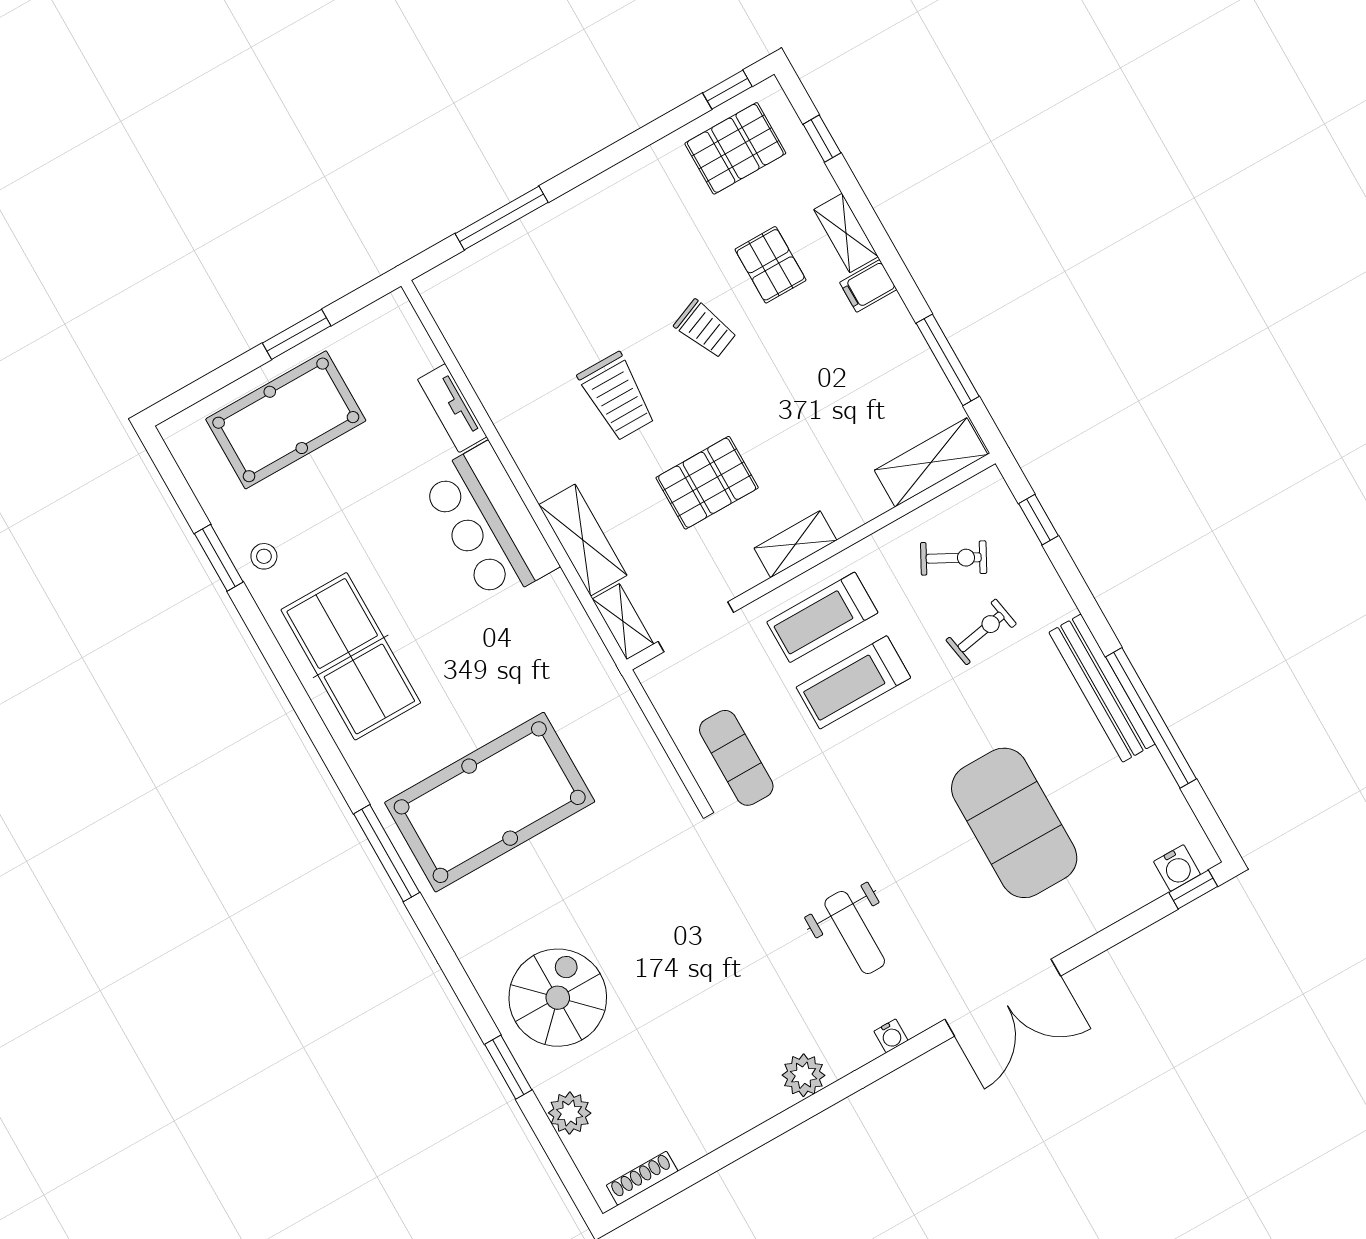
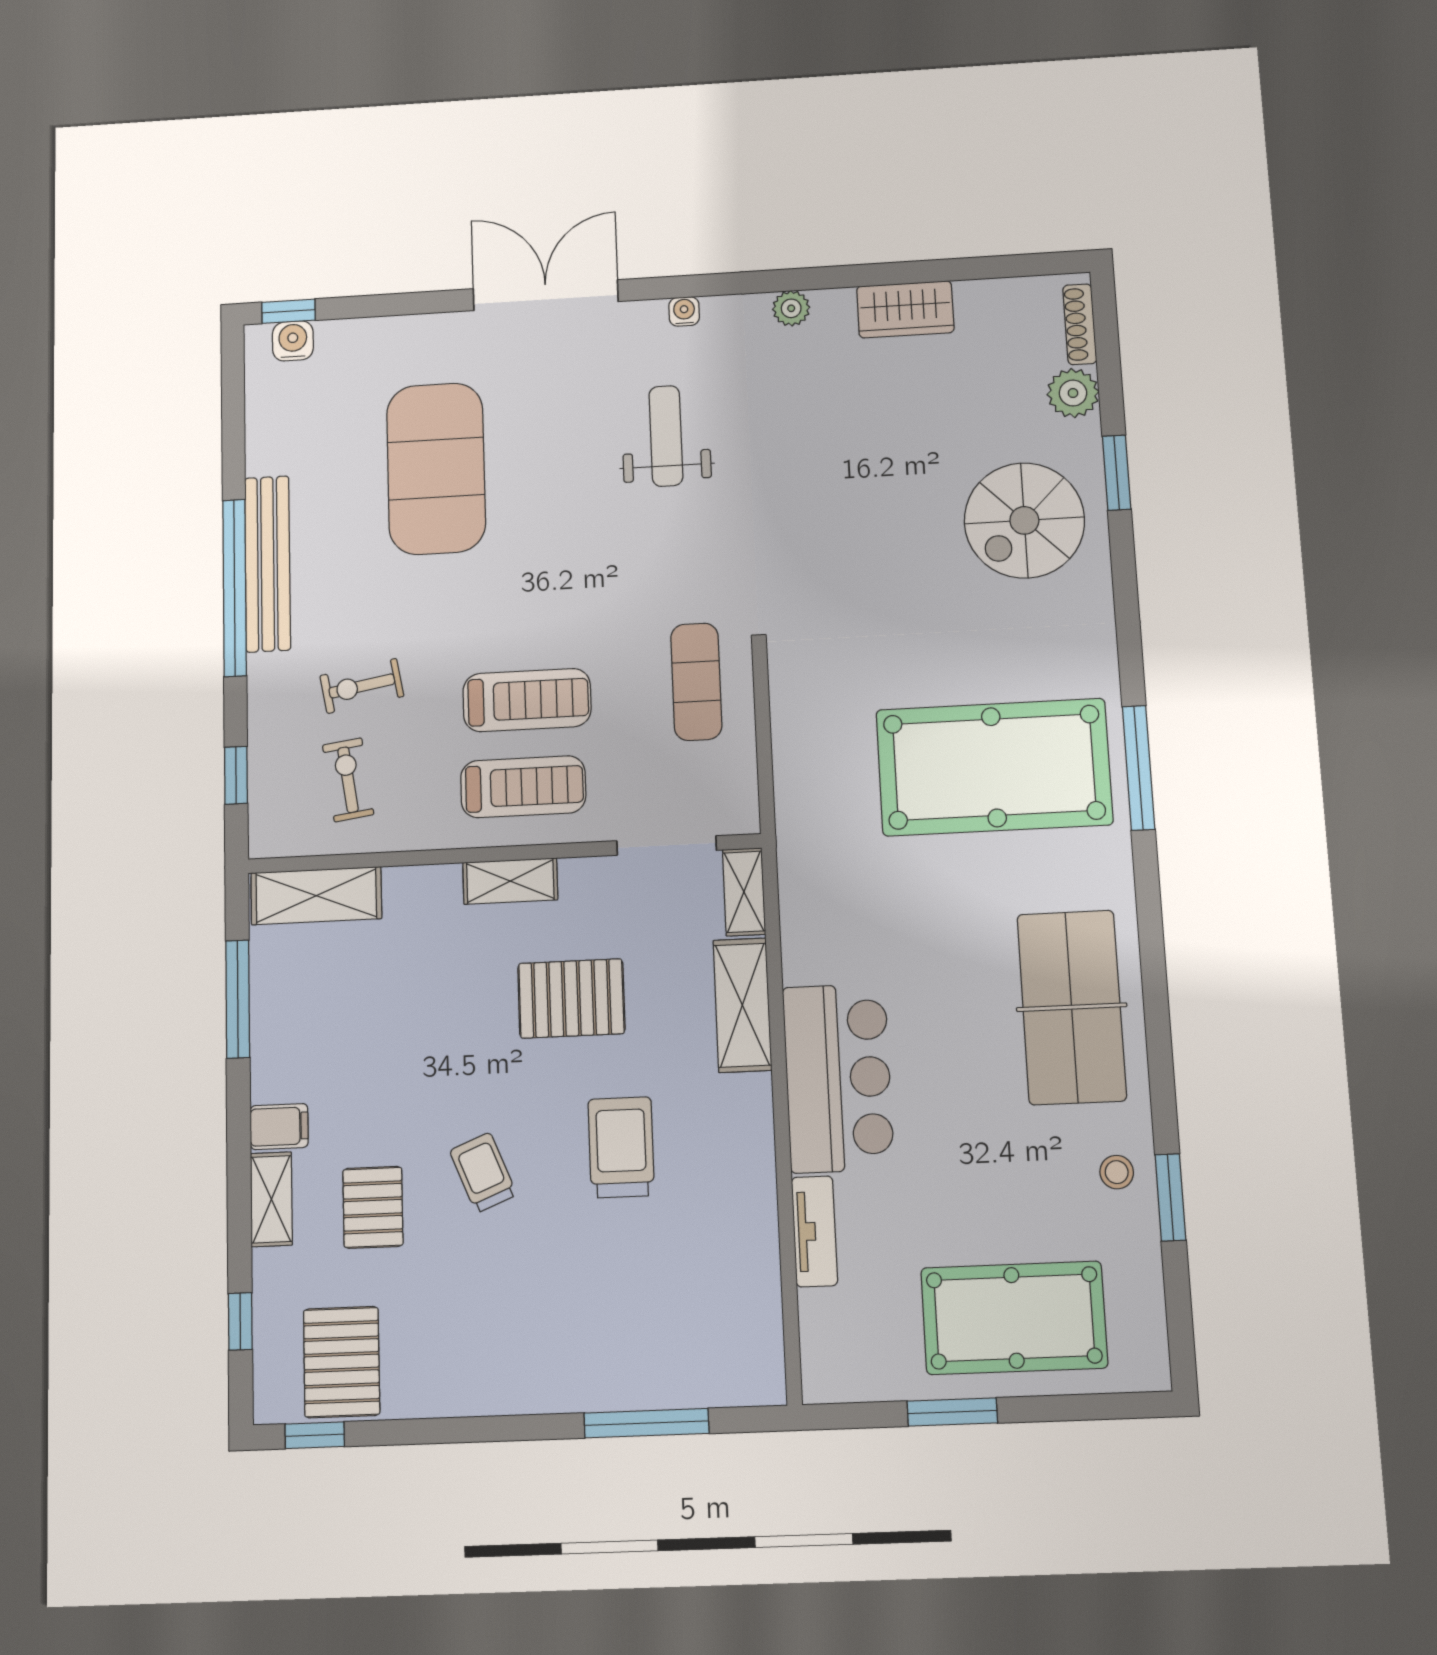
pallet: (735, 148) -> (342, 1362), turned 90
exercise bike: (954, 558) -> (348, 780), turned 54
window: (1151, 718) -> (235, 588), moved
plant: (804, 1075) -> (791, 308), width x0.73, depth x0.73
wardrobe: (726, 1118) -> (905, 309), added
shoe rack: (642, 1178) -> (1080, 324), moved, turned 90

